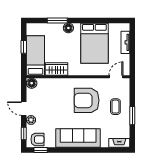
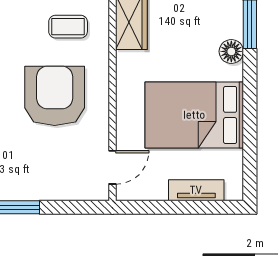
door: (116, 77) -> (112, 167), hinge flipped
coffee table: (115, 107) -> (68, 27), moved

